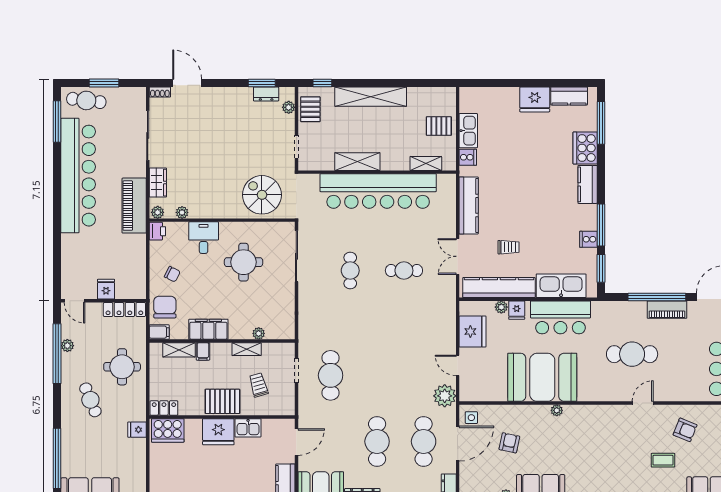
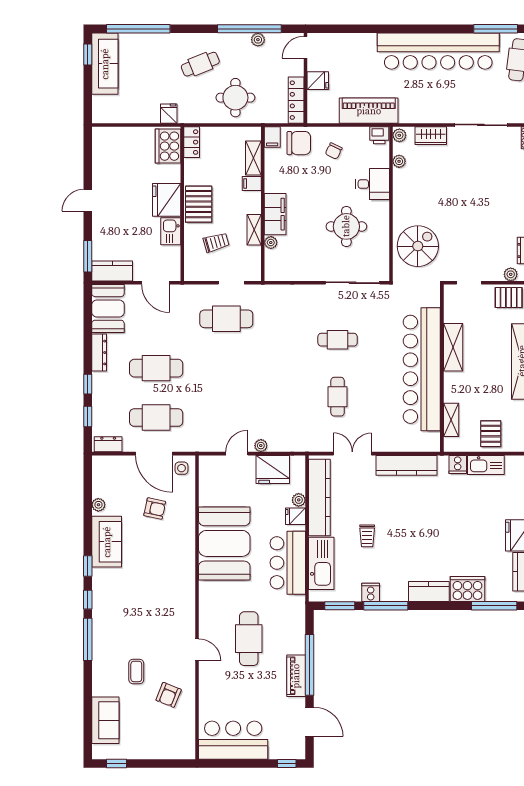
piano: (134, 206) -> (369, 111), moved
trolley: (509, 247) -> (367, 536), moved
filing cabinet: (208, 329) -> (275, 214), moved
plant: (445, 396) -> (261, 446), moved, width x0.53, depth x0.53
plant: (557, 410) -> (189, 559), removed

